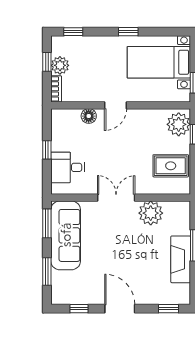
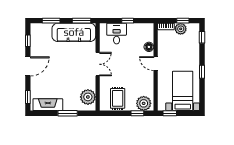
plant: (151, 213) -> (88, 97), moved
fireplace: (181, 259) -> (48, 105), moved

